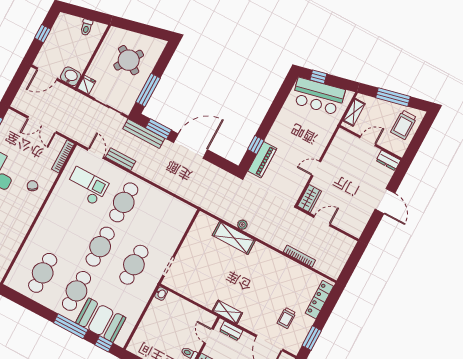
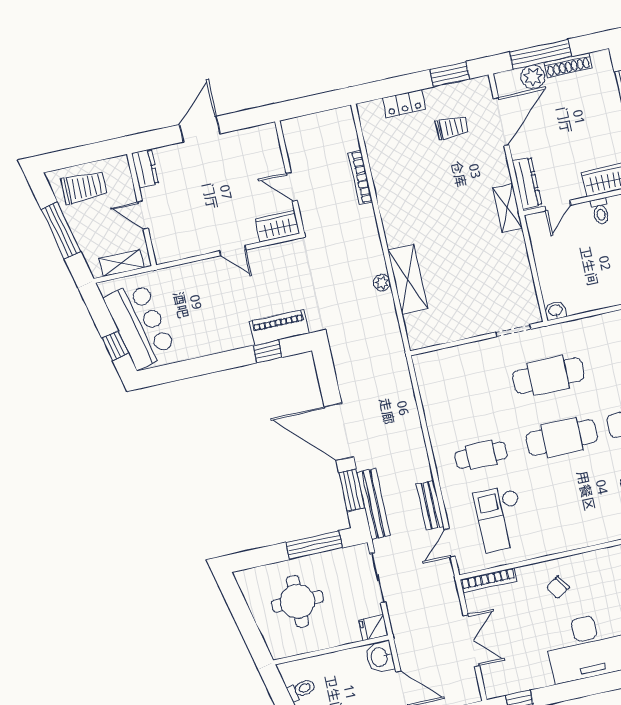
round table: (129, 60) -> (297, 601), turned -33
cafe table: (124, 202) -> (481, 455), width x0.73, depth x0.74
locker: (319, 300) -> (404, 104), width x0.66
dresser: (231, 331) -> (527, 183), width x1.44

